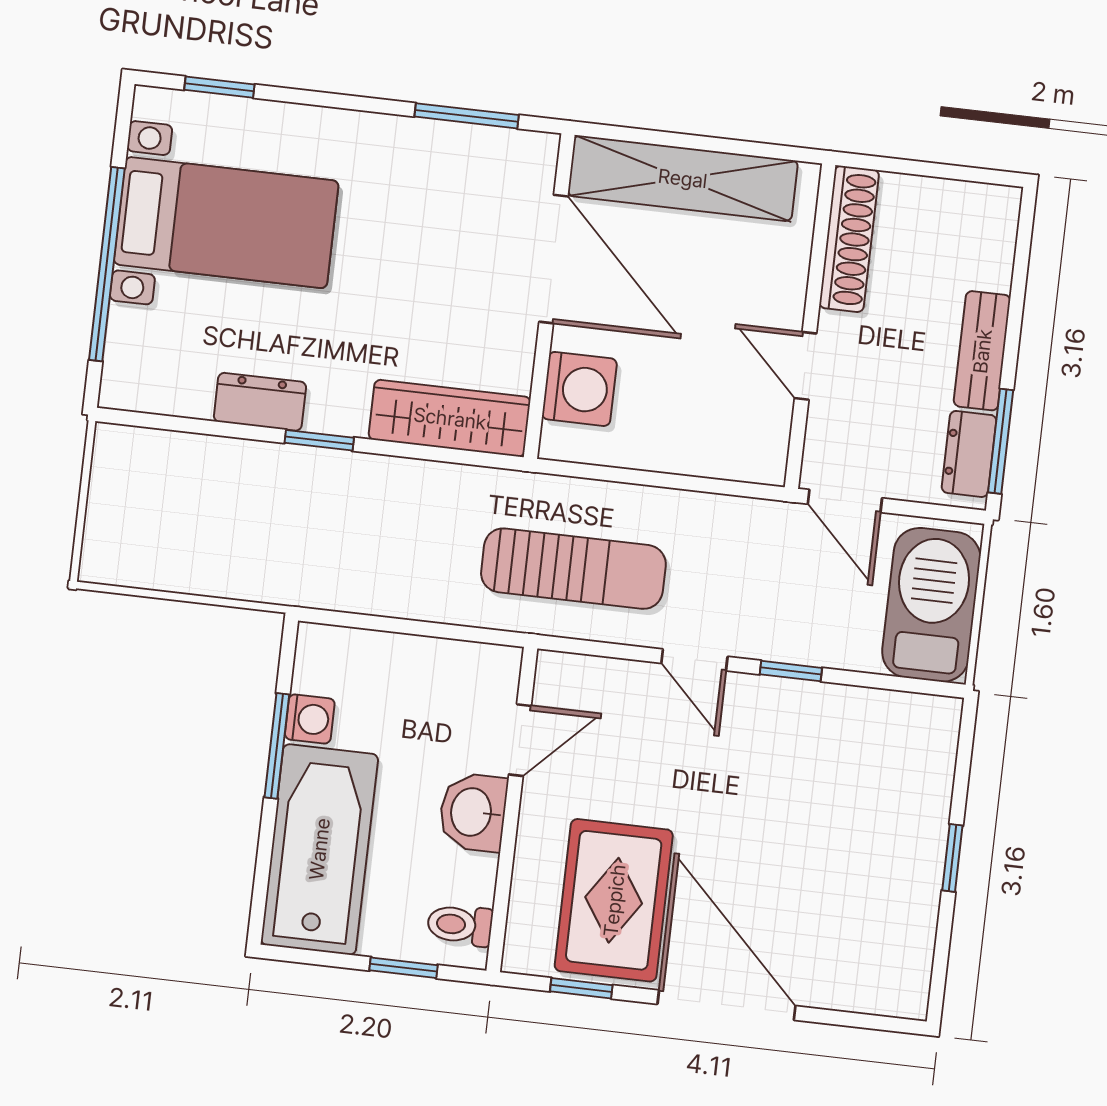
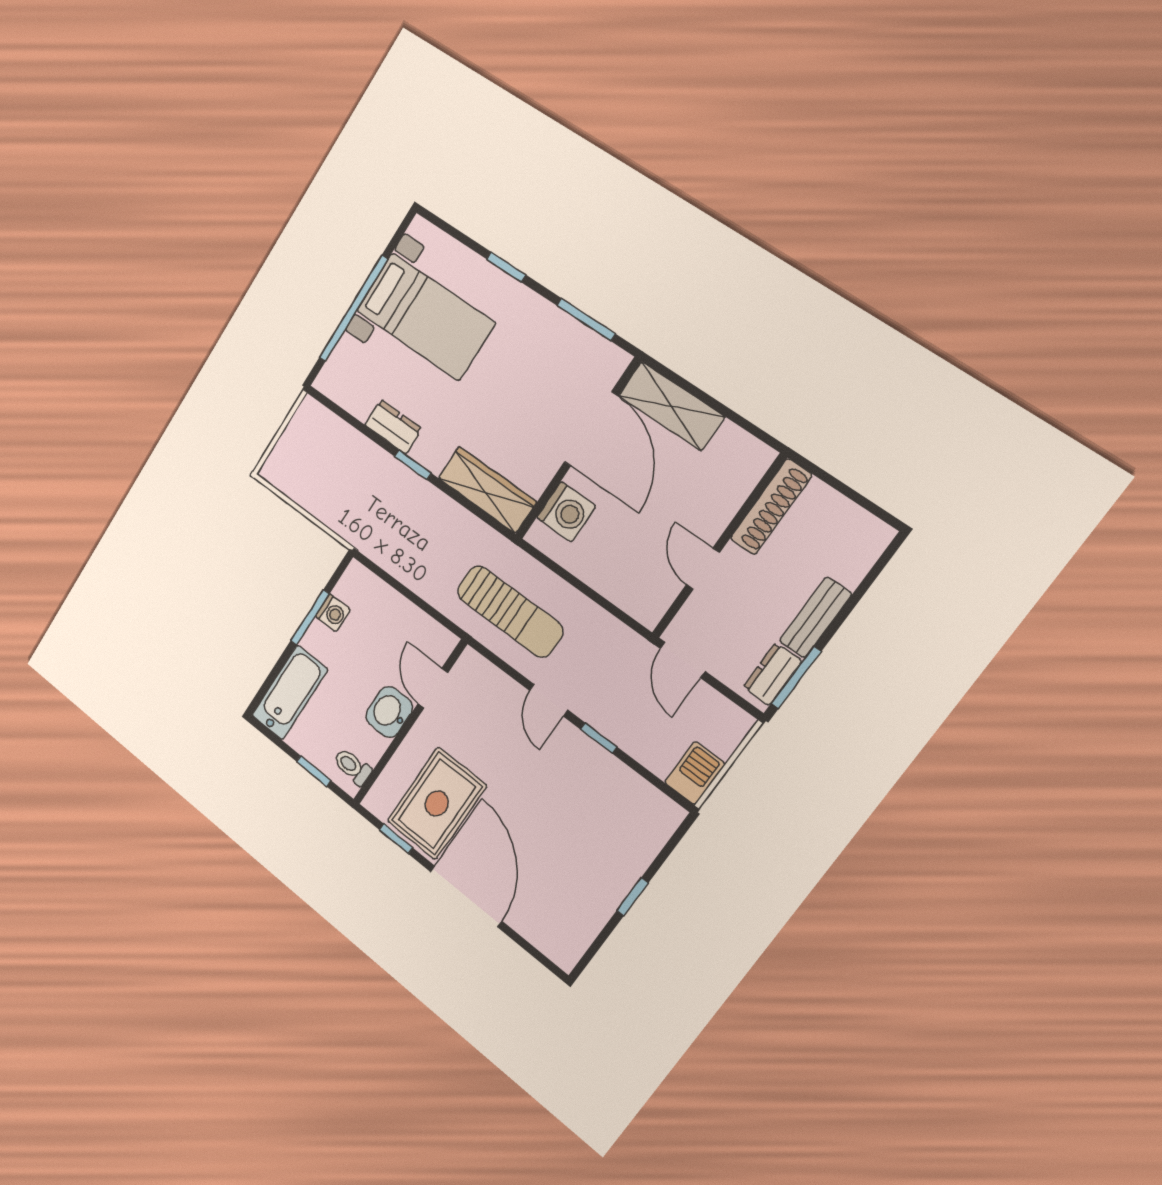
window: (219, 87) -> (506, 267), moved
shelving: (683, 178) -> (671, 406), width x0.68
barbecue: (931, 605) -> (695, 773), width x0.53, depth x0.65
door: (520, 740) -> (433, 688), swing flipped
bathtub: (319, 849) -> (290, 693), width x0.73, depth x0.73

